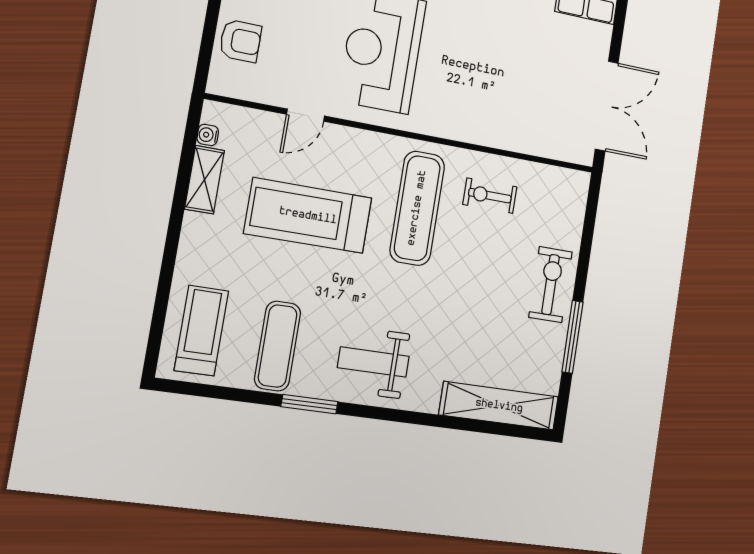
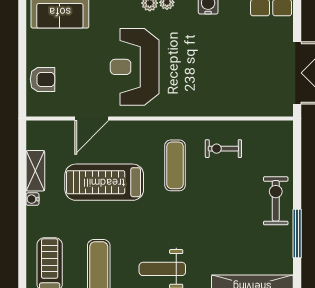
door: (306, 115) -> (92, 118), width x1.38
water cooler: (208, 135) -> (33, 199), moved
exercise mat: (417, 208) -> (175, 165), width x0.73, depth x0.69

